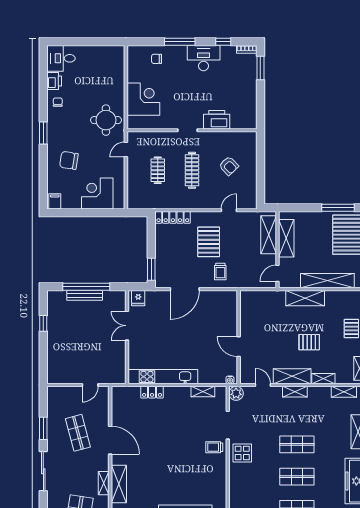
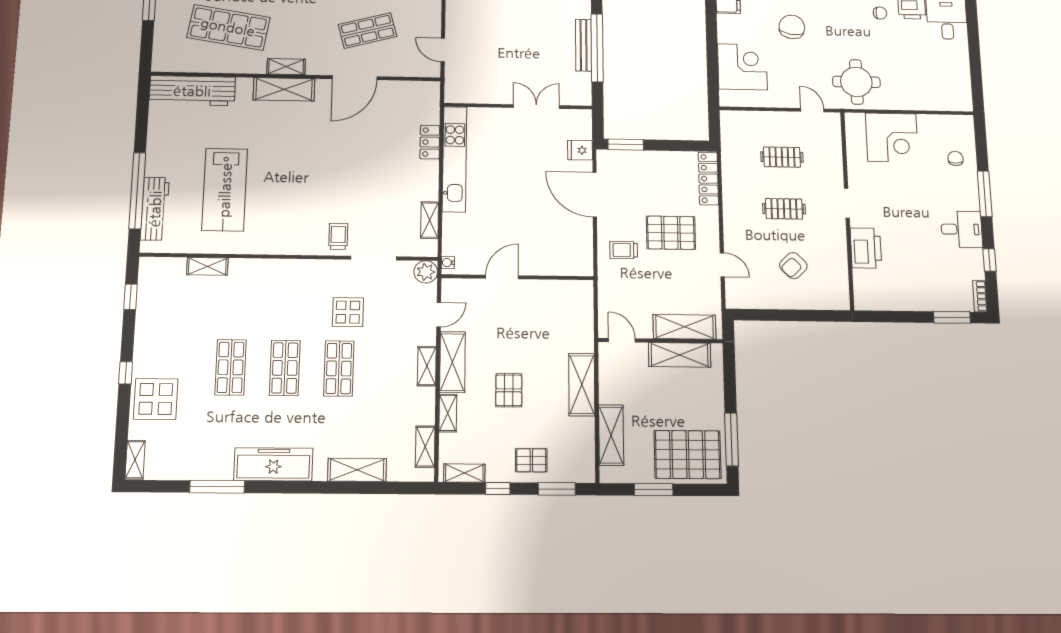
desk: (204, 58) -> (962, 229), width x0.73
clothes rail: (192, 170) -> (784, 209), width x0.73
shelving: (327, 281) -> (611, 435), width x0.68
fridge: (138, 298) -> (580, 150), moved
display table: (242, 453) -> (348, 312), moved

